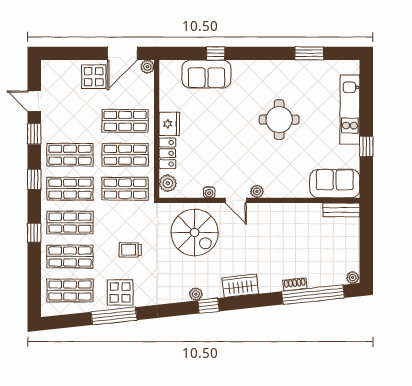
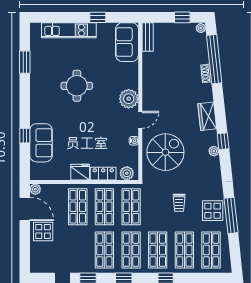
plant: (257, 191) -> (129, 99), width x1.88, depth x1.88
window: (366, 254) -> (182, 17), added

